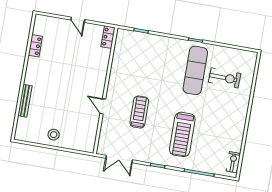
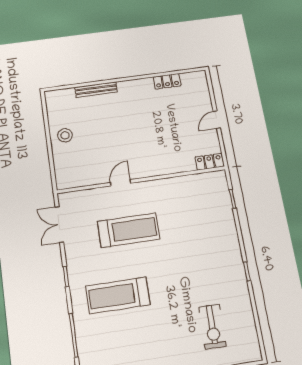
exercise mat: (195, 70) -> (208, 284), removed
treadmill: (139, 112) -> (129, 230), width x1.37, depth x1.38

